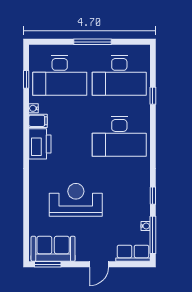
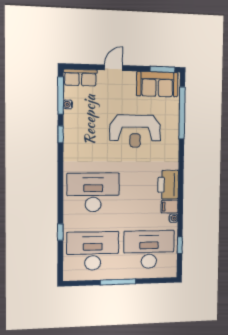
window: (26, 219) -> (182, 113), added

